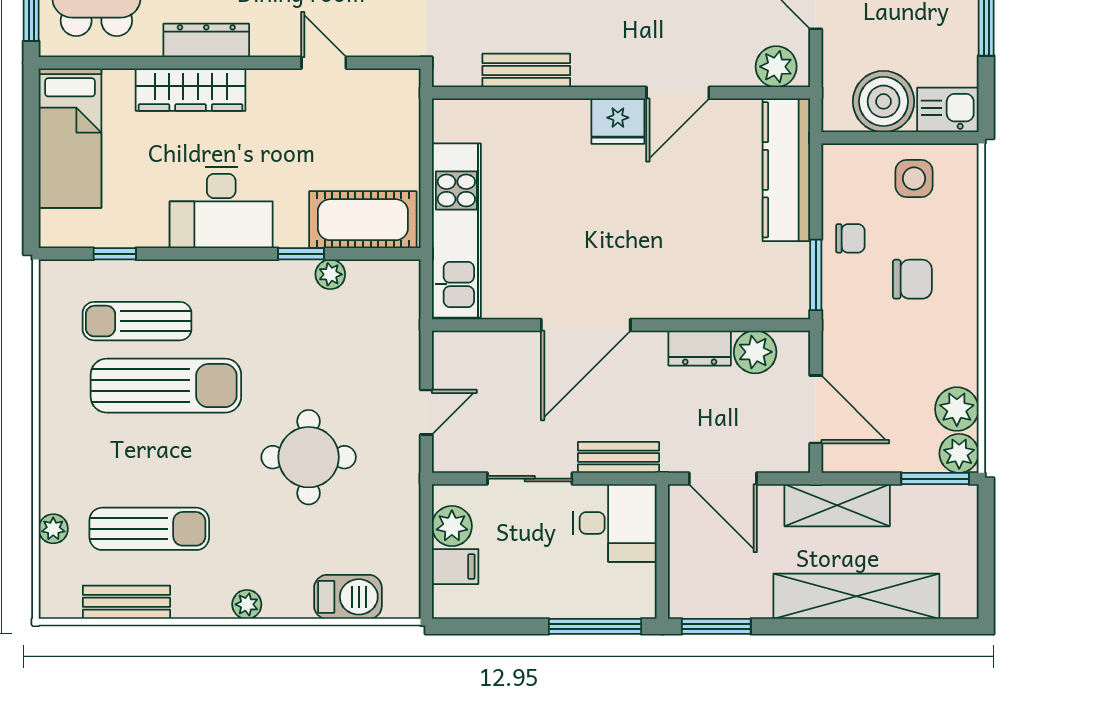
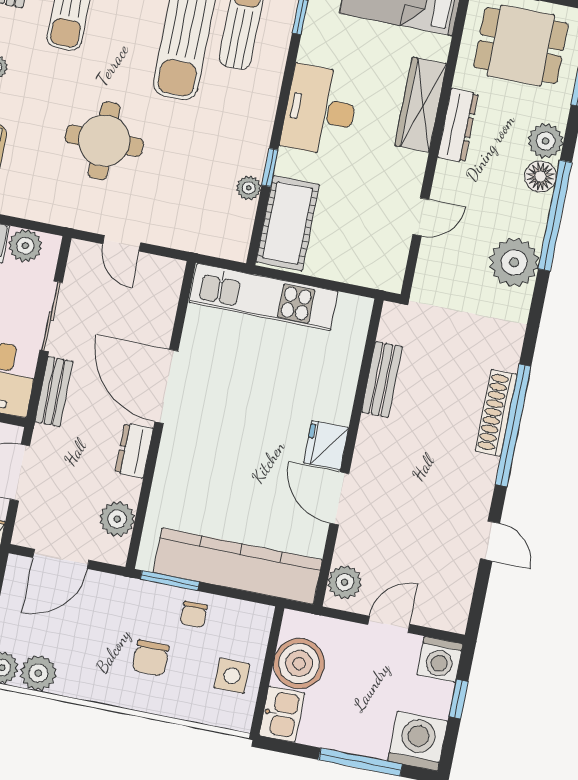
kitchen counter: (786, 170) -> (238, 566), width x1.39, depth x1.17
dresser: (700, 348) -> (134, 451), moved

